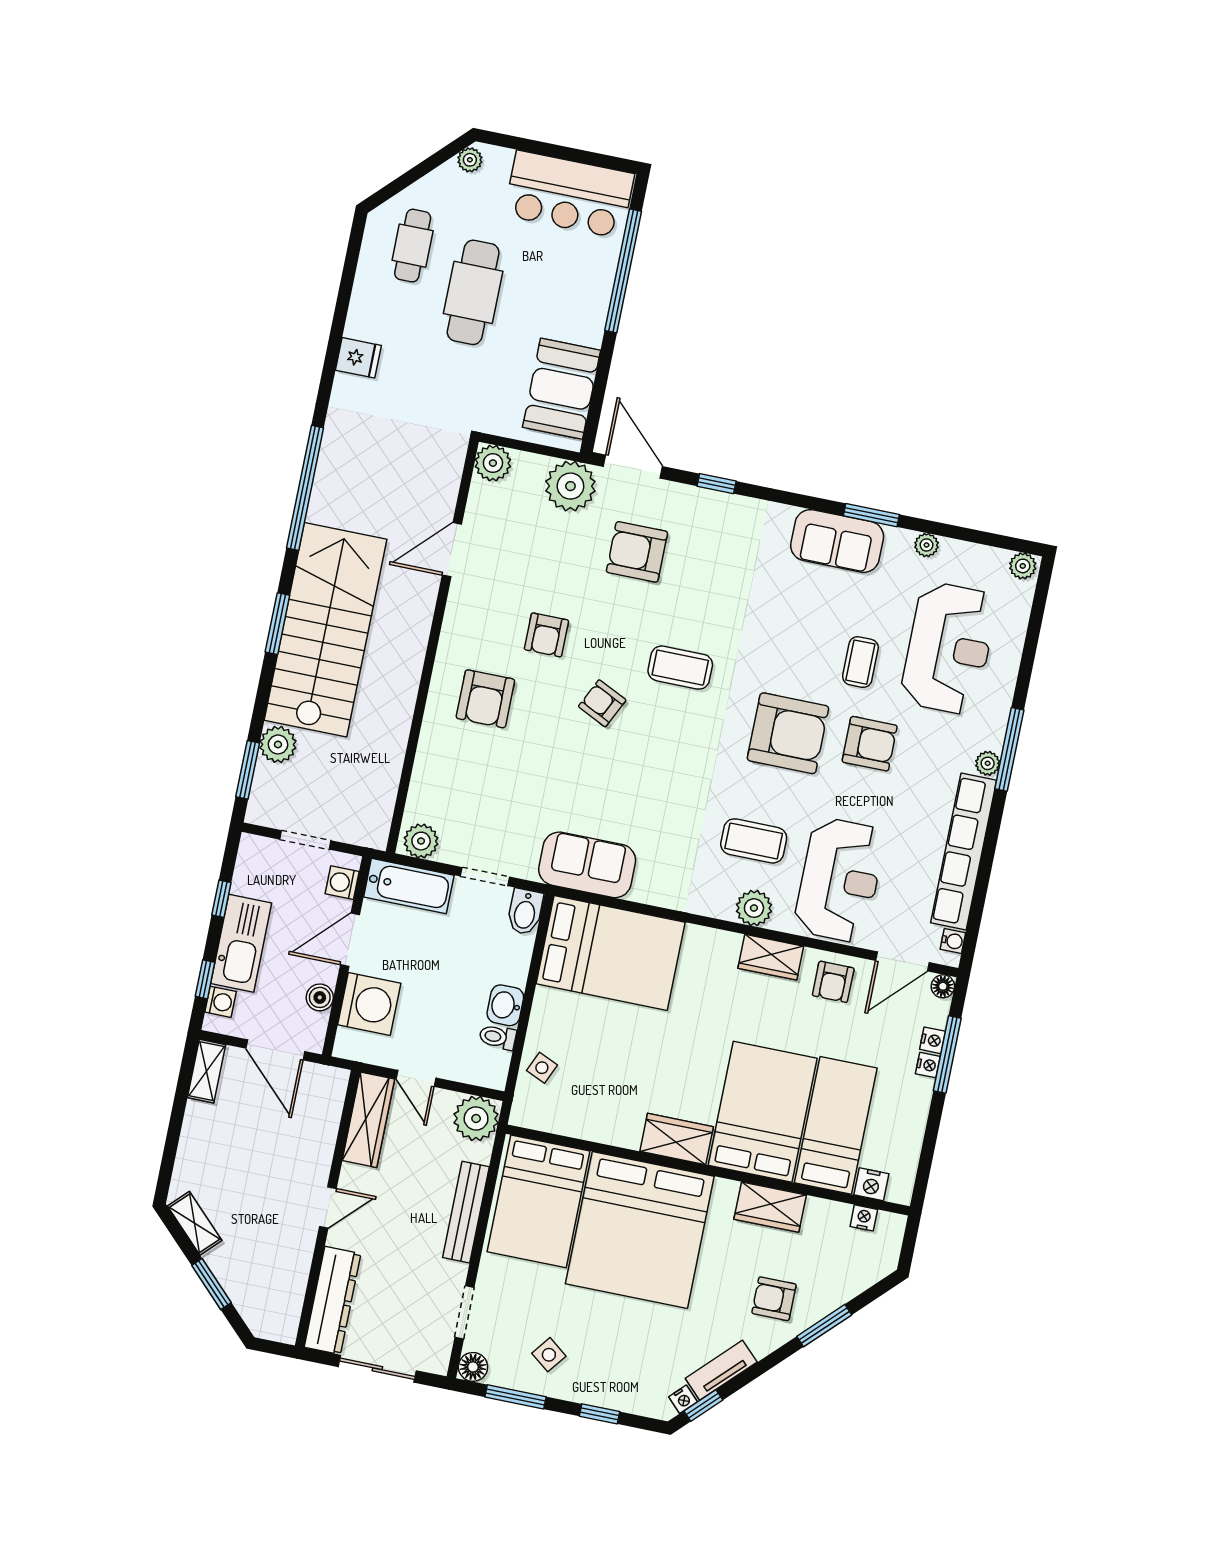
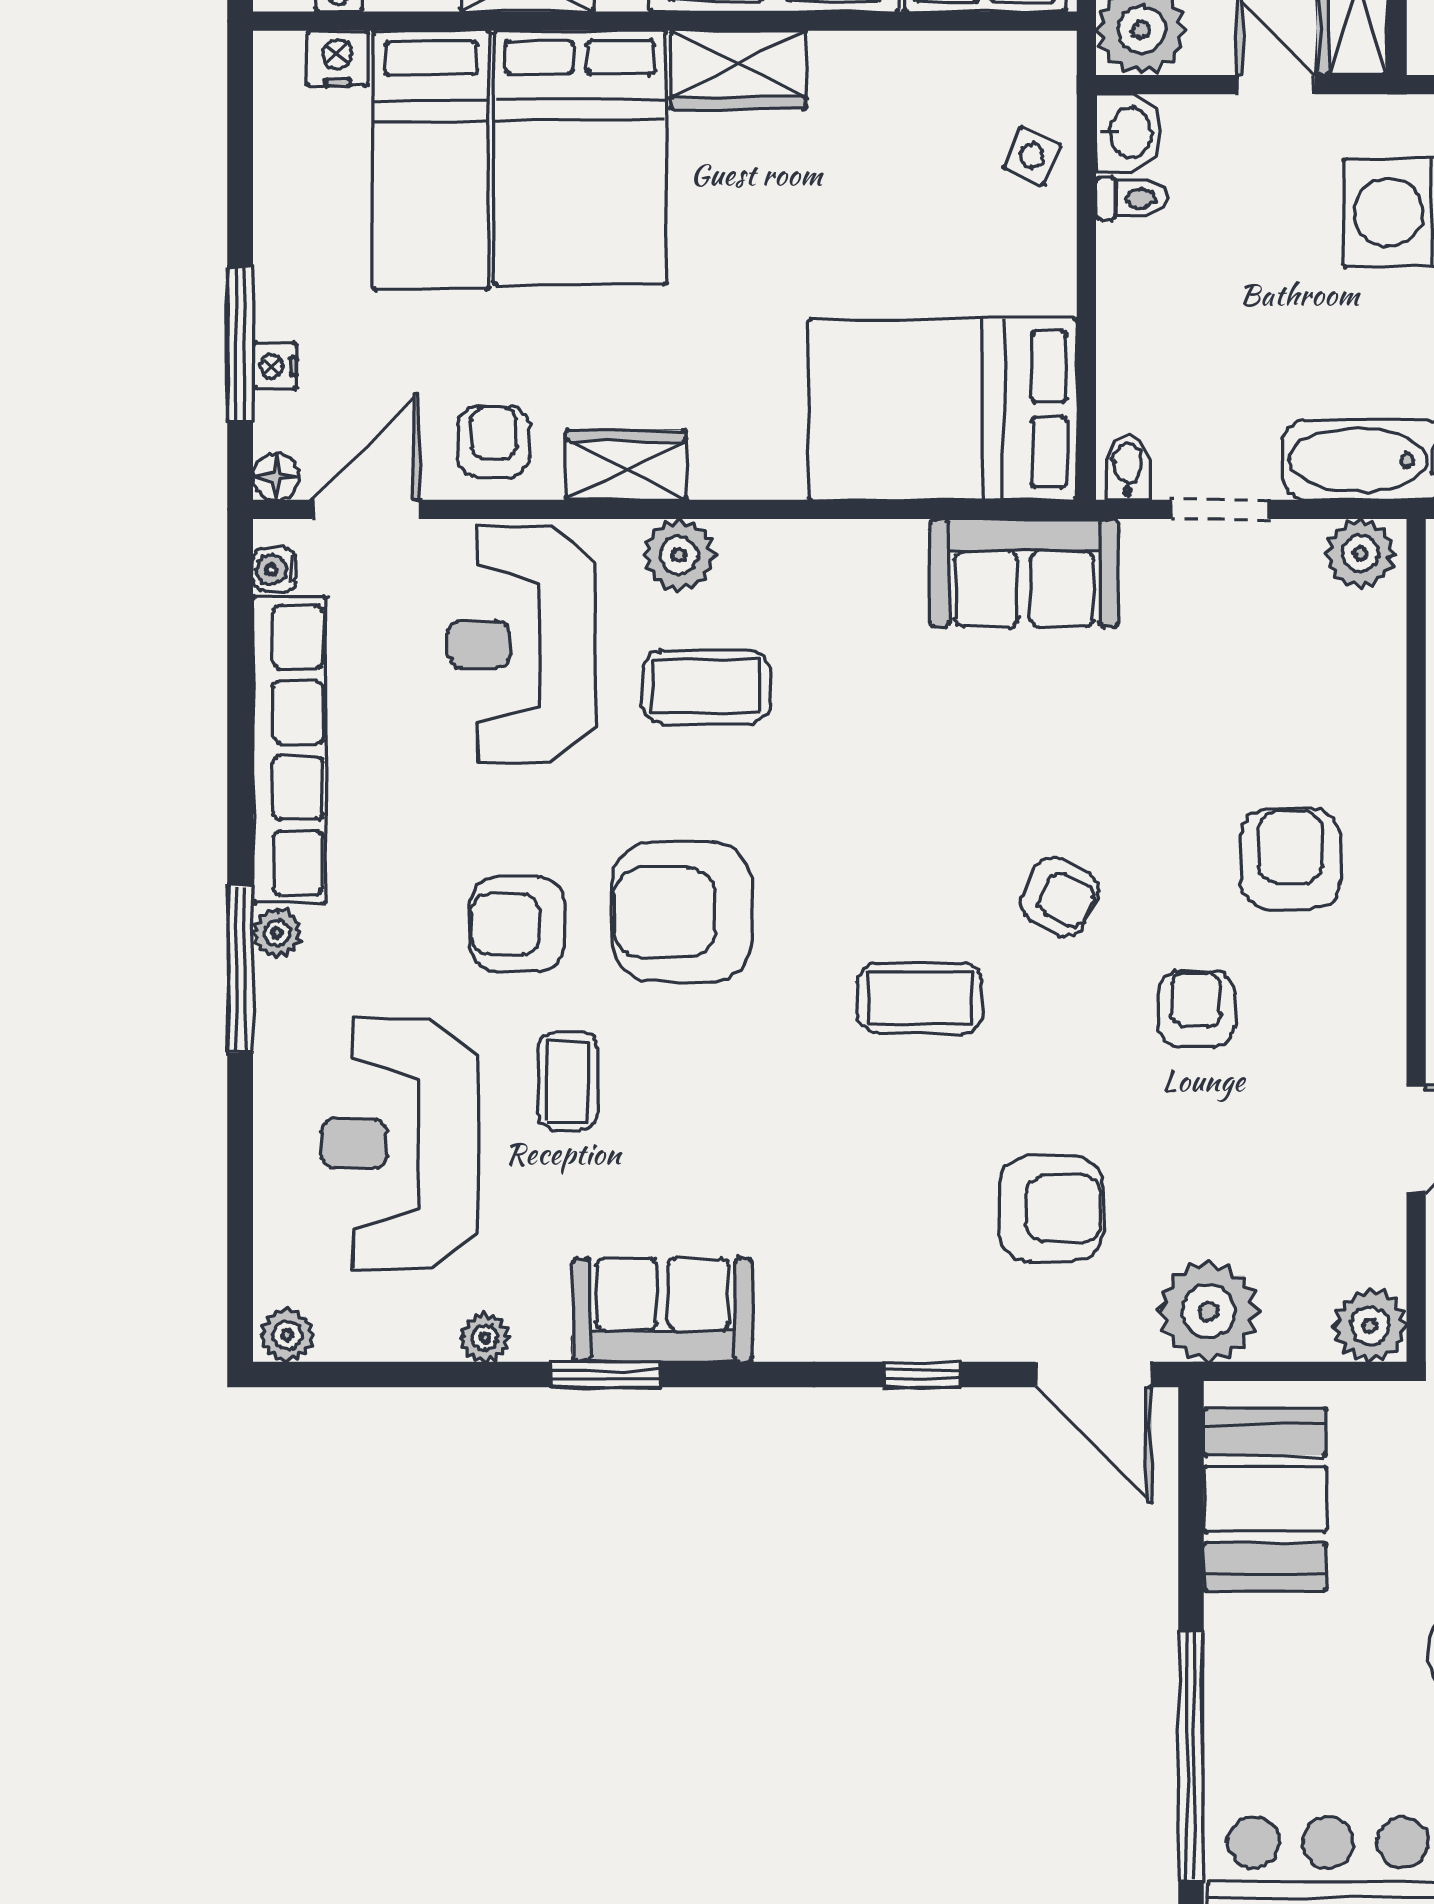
bidet: (525, 912) -> (1127, 467), width x0.72, depth x0.74
washbasin: (505, 1005) -> (1129, 133), moved
nightstand: (928, 1065) -> (274, 316), removed

